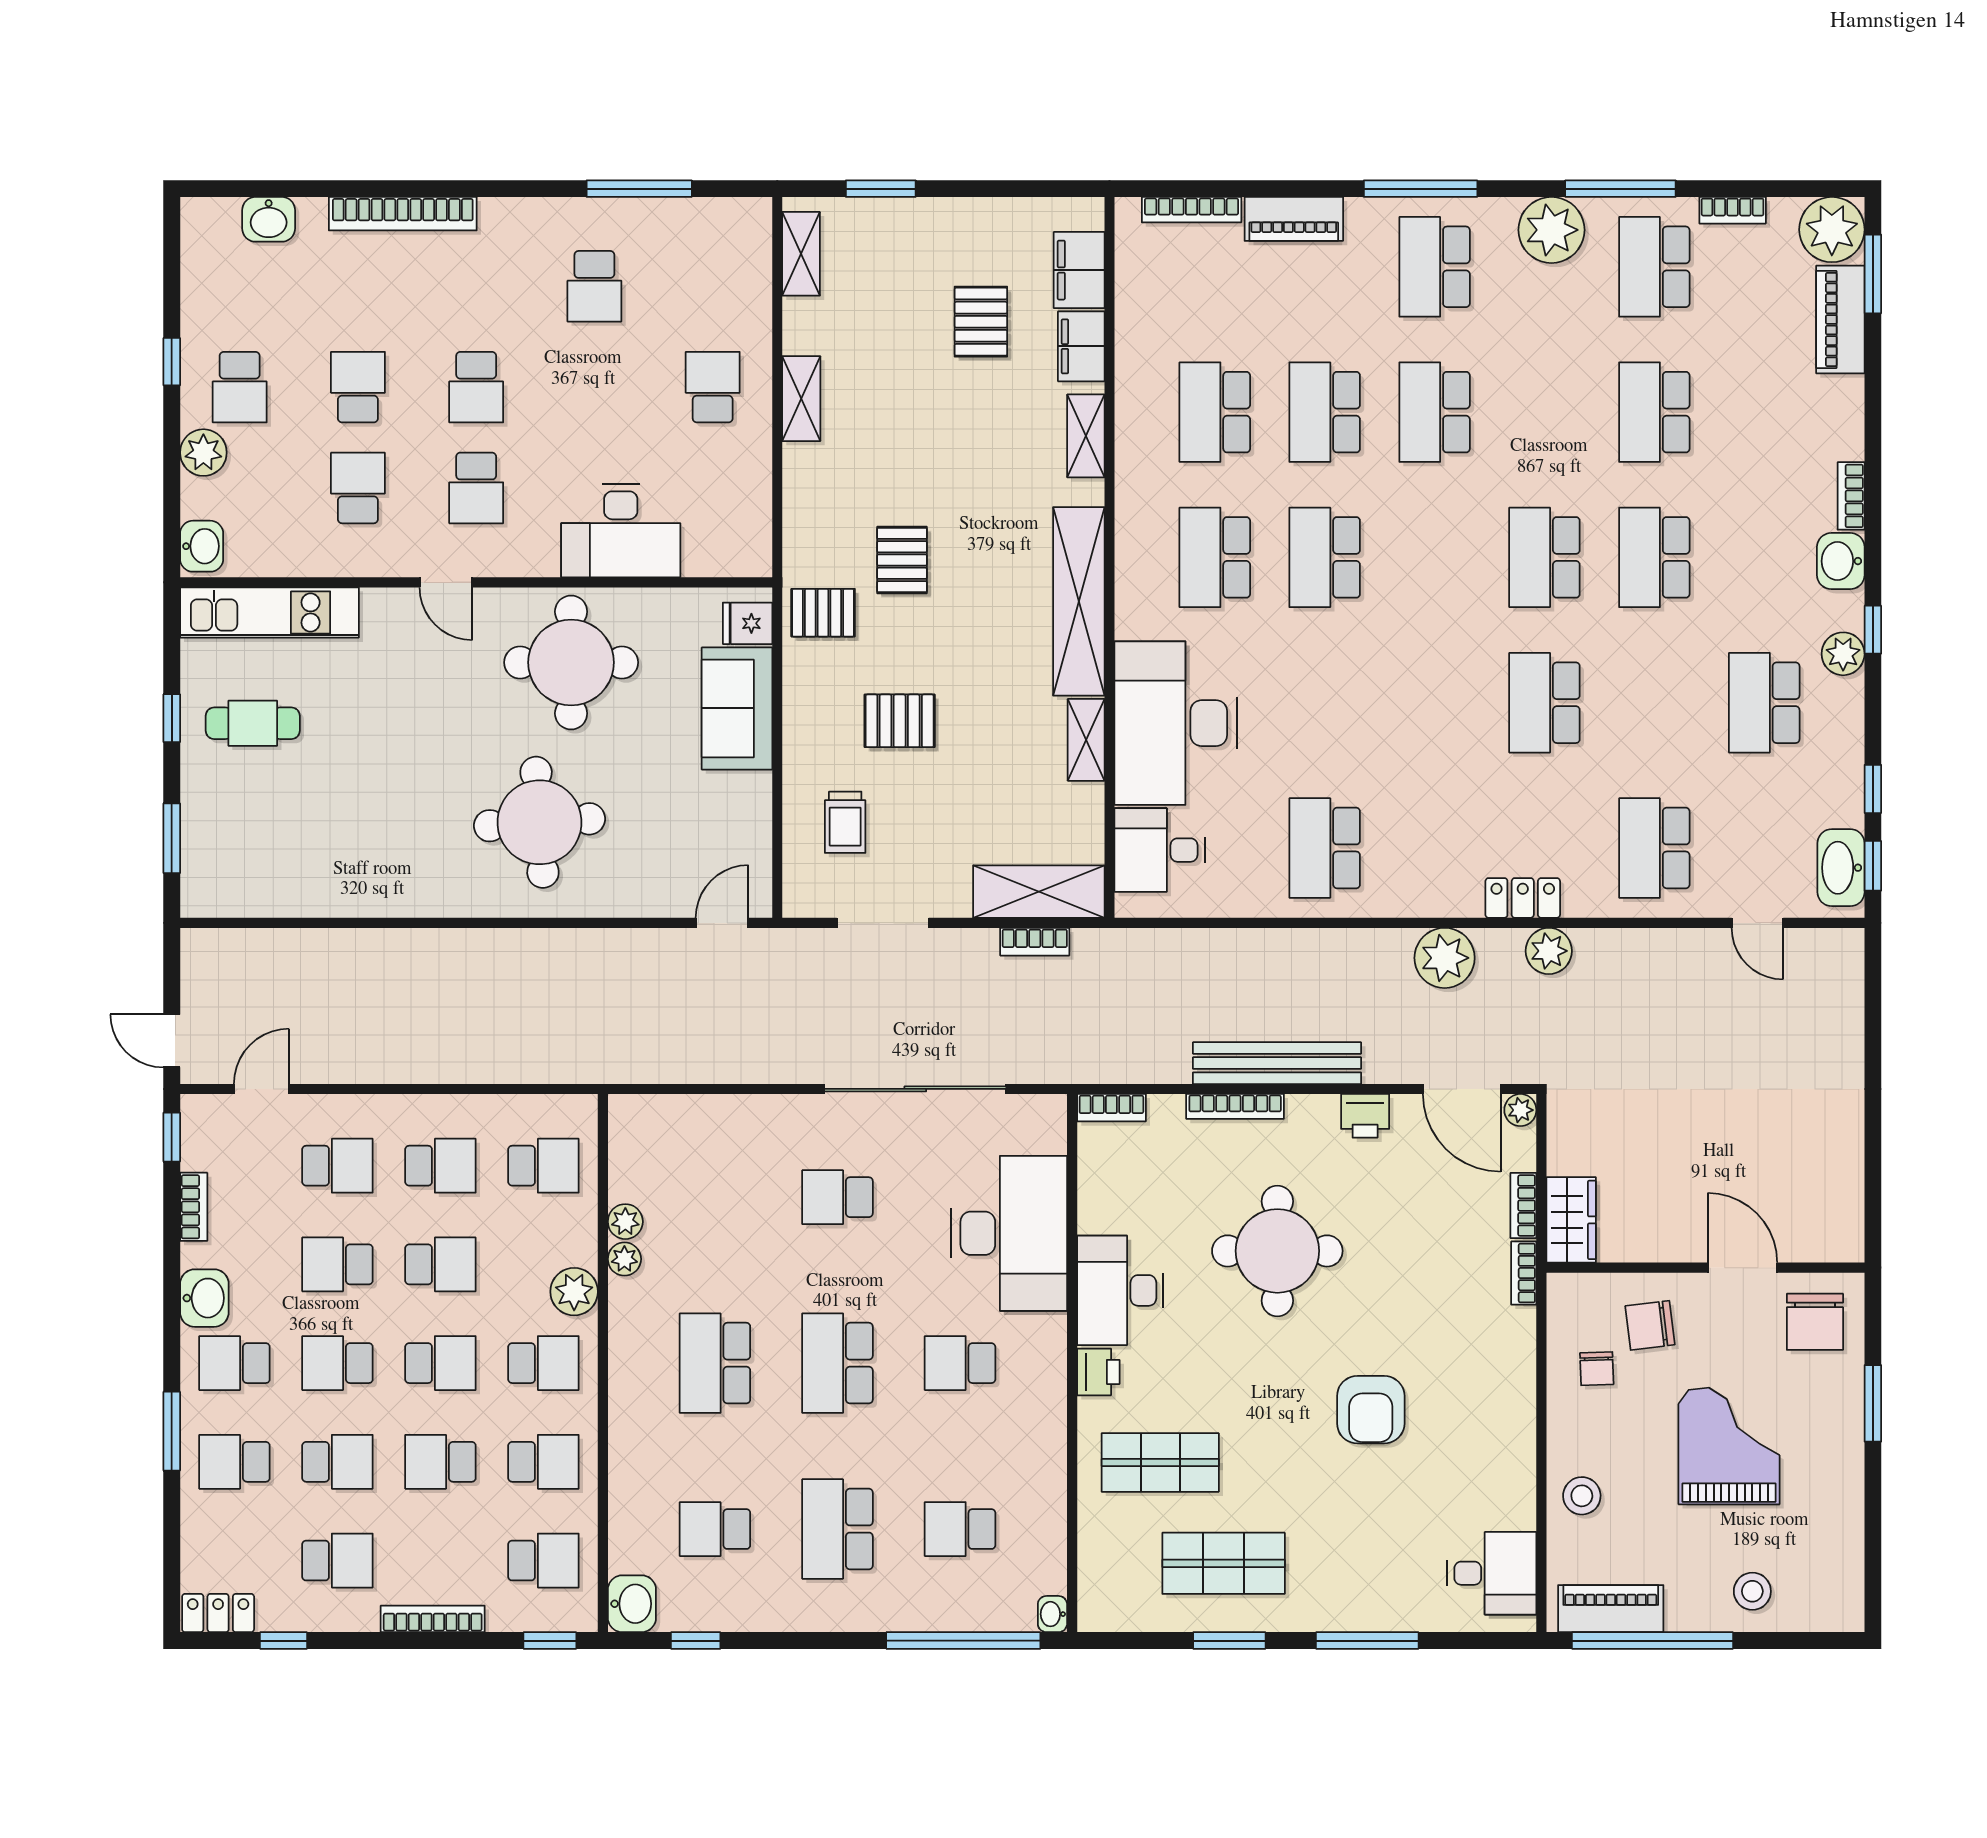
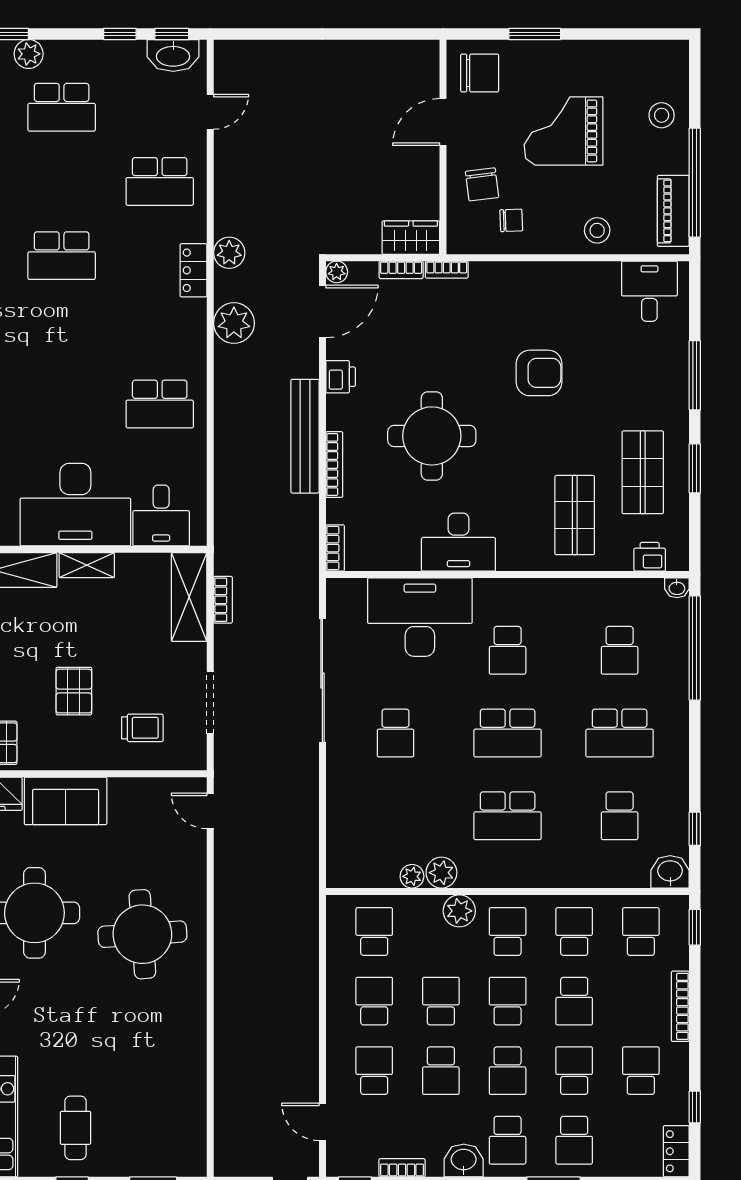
plant: (624, 1259) -> (441, 873), width x1.38, depth x1.38
printer: (1098, 1372) -> (650, 557), moved

